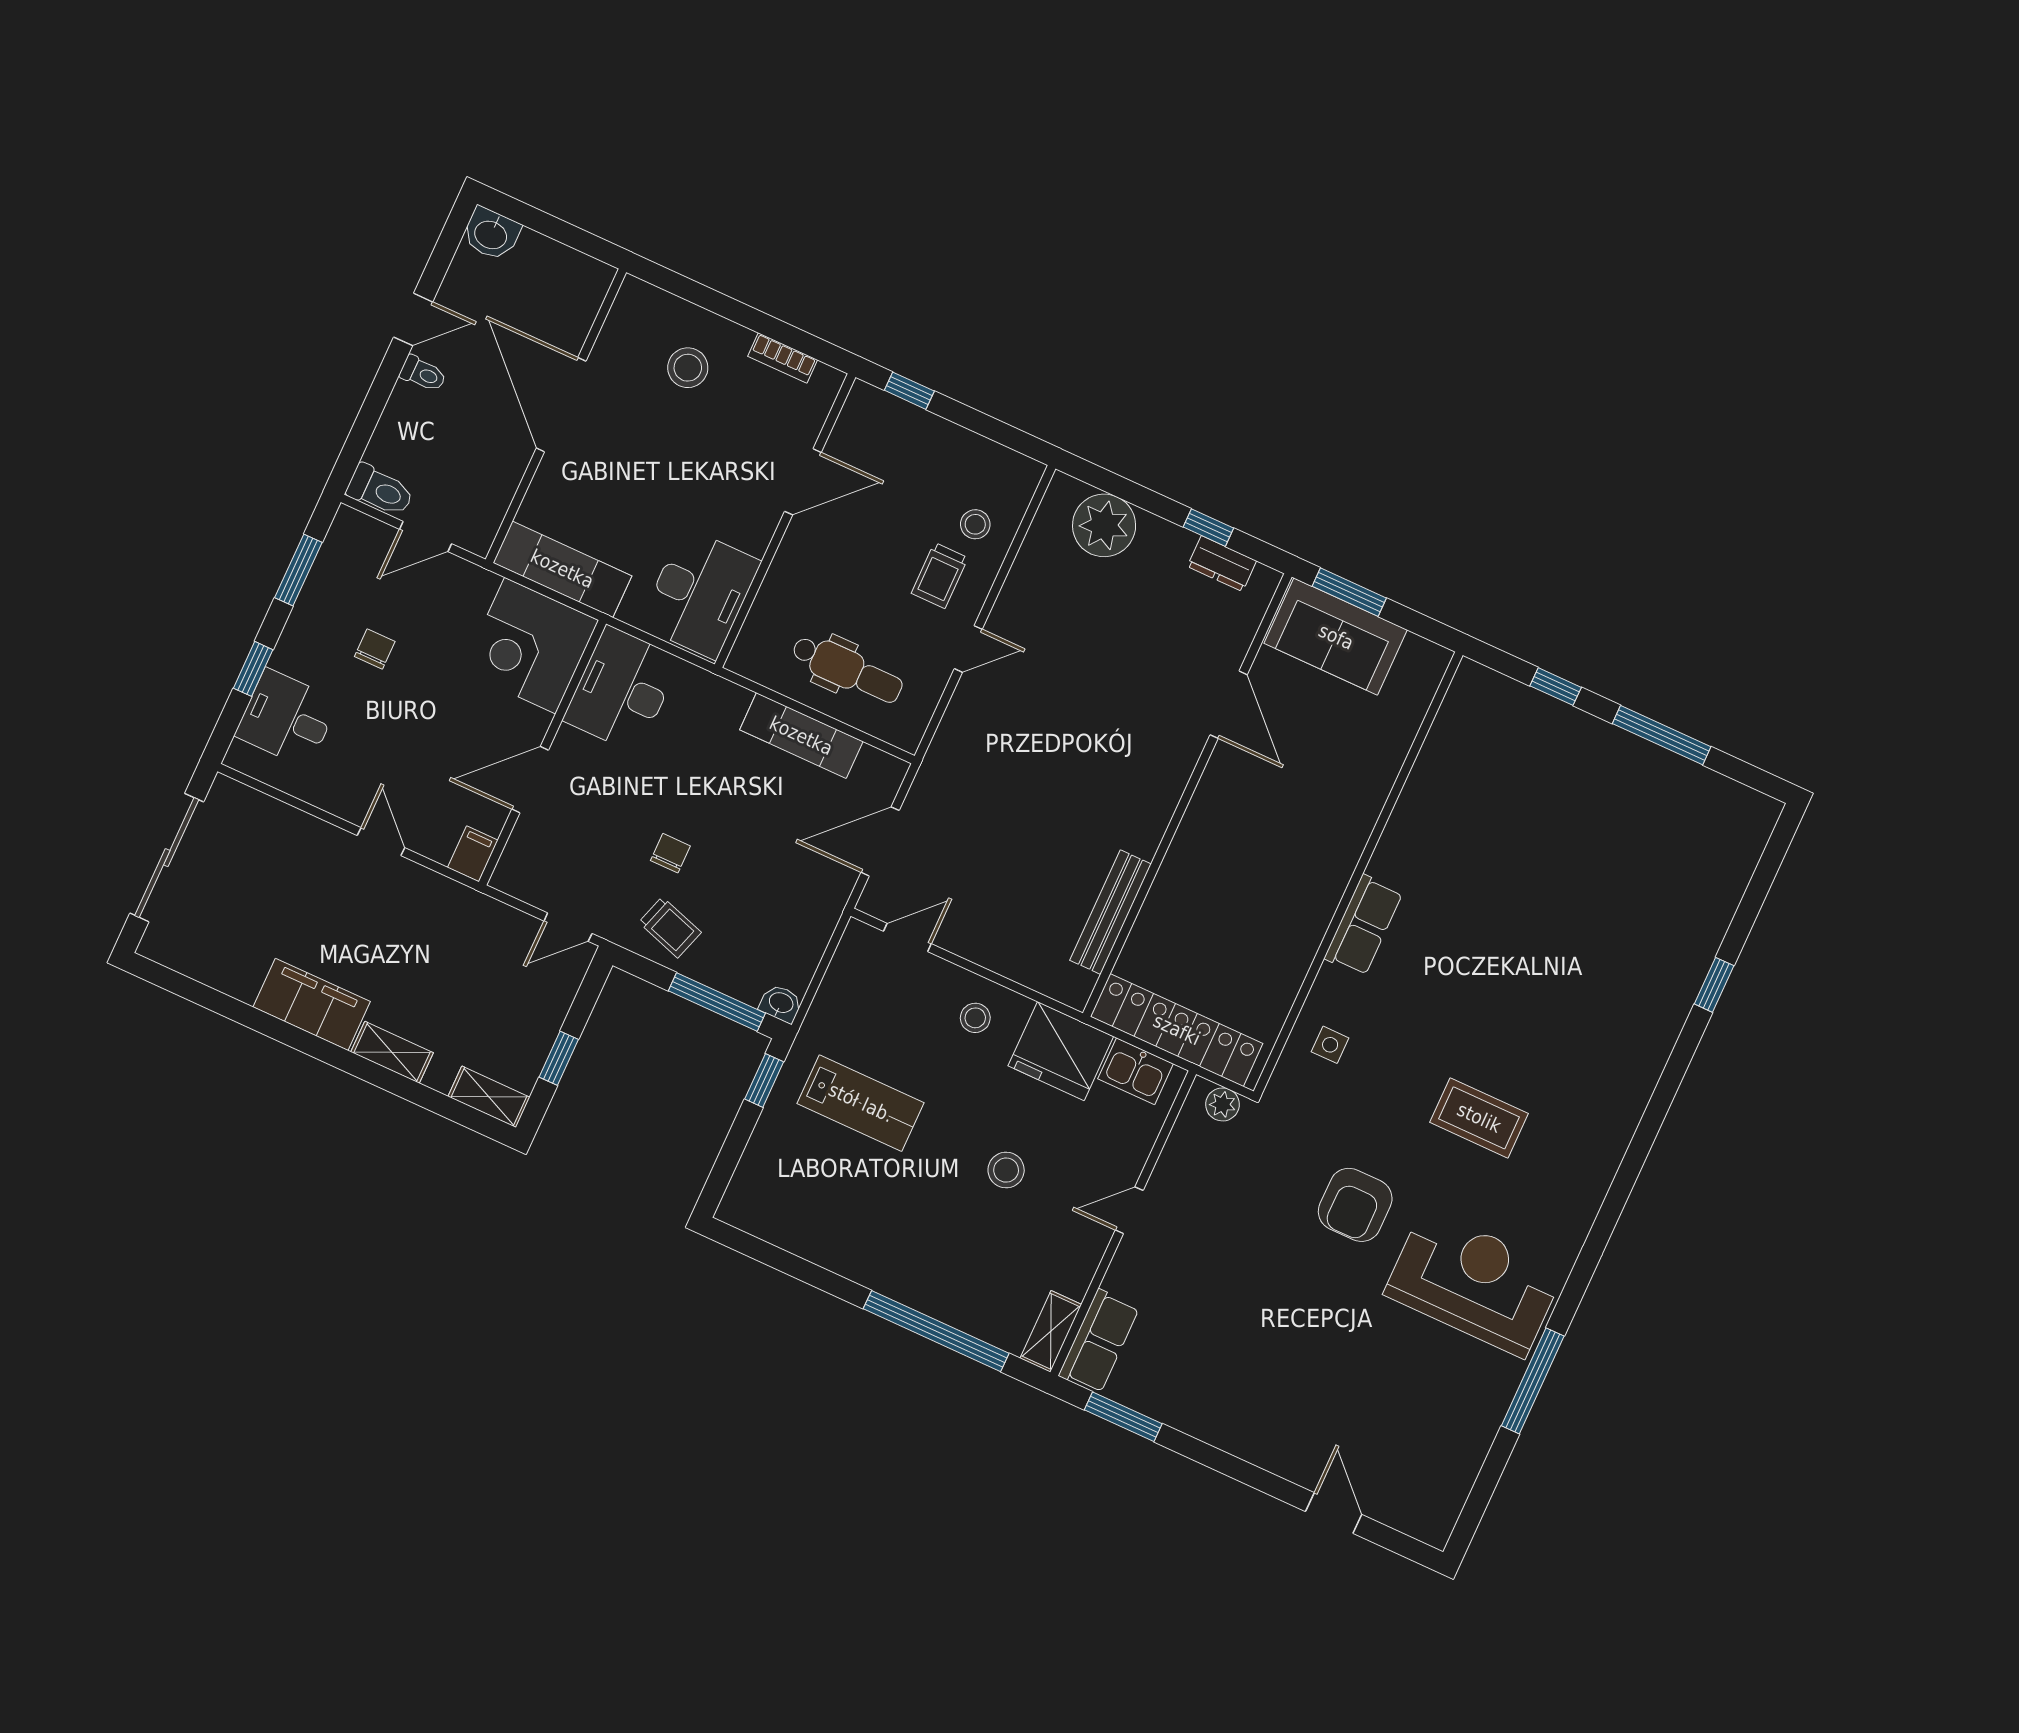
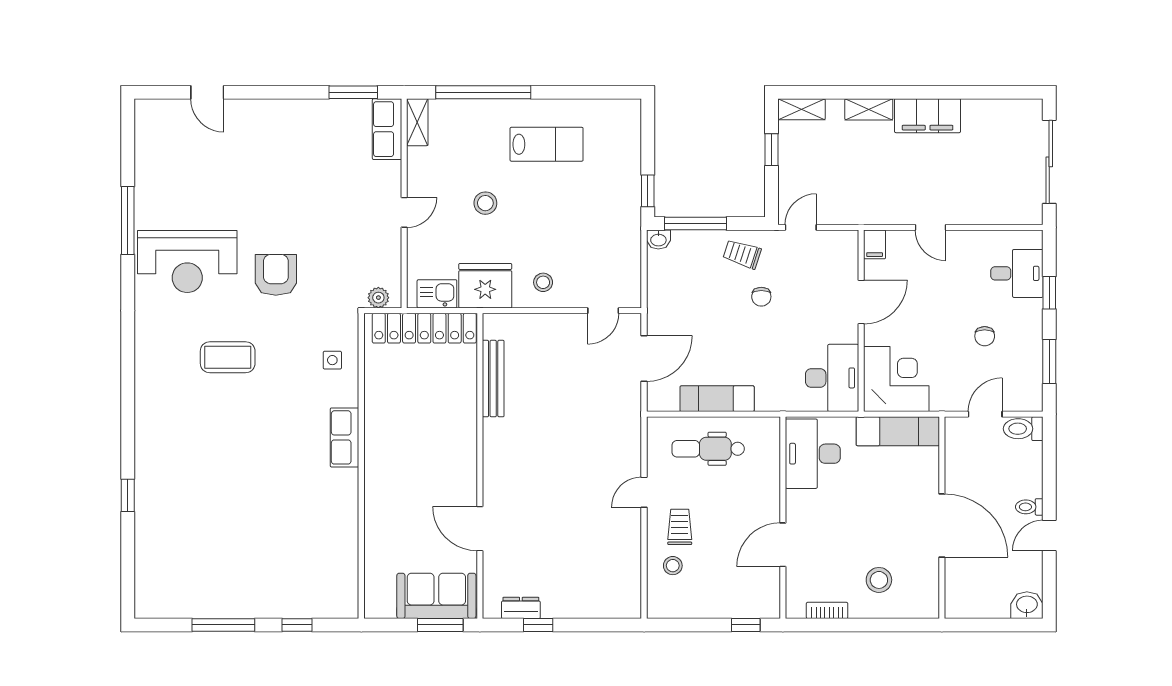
plant: (1104, 525) -> (599, 599), removed
lab bench: (861, 1103) -> (547, 144), moved, turned 180

